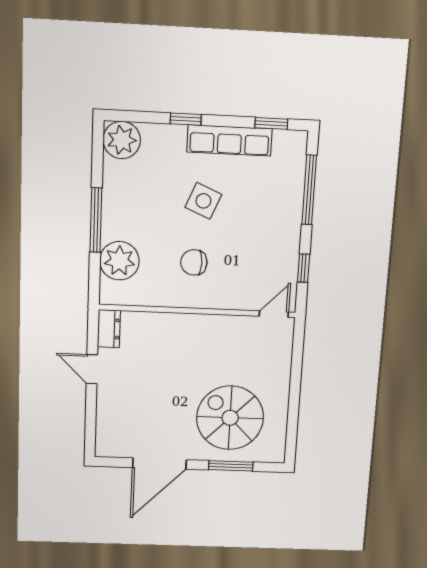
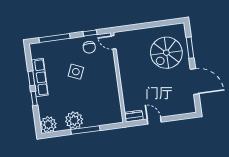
window: (271, 123) -> (31, 78), moved
side table: (203, 201) -> (76, 72), moved
plant: (119, 261) -> (74, 120), moved
chair: (194, 262) -> (89, 47), moved
door: (92, 369) -> (154, 121), swing flipped

